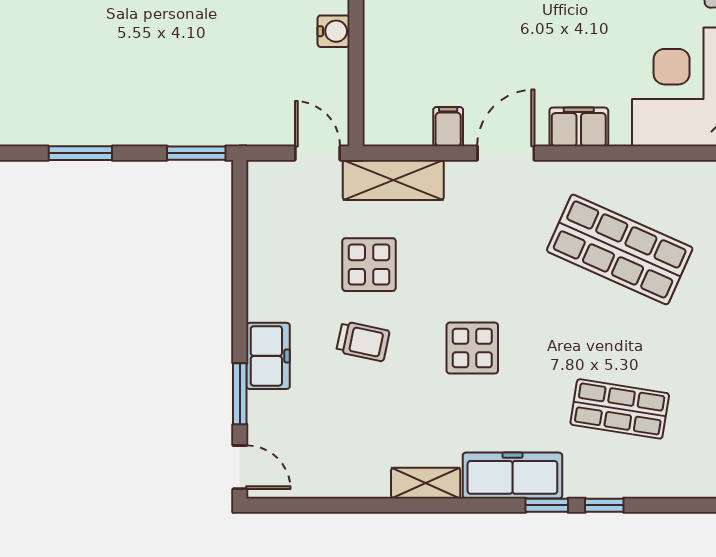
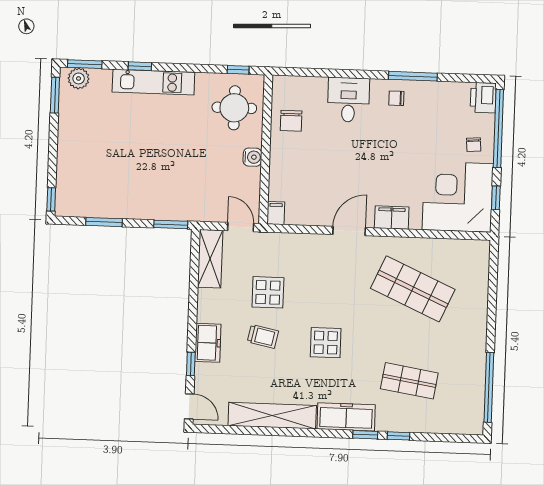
filing cabinet: (448, 127) -> (276, 213), moved
shelving: (393, 180) -> (210, 259), moved, turned 90
window: (240, 394) -> (191, 364), width x0.67
shelving: (426, 483) -> (272, 416), width x2.20, depth x1.33

